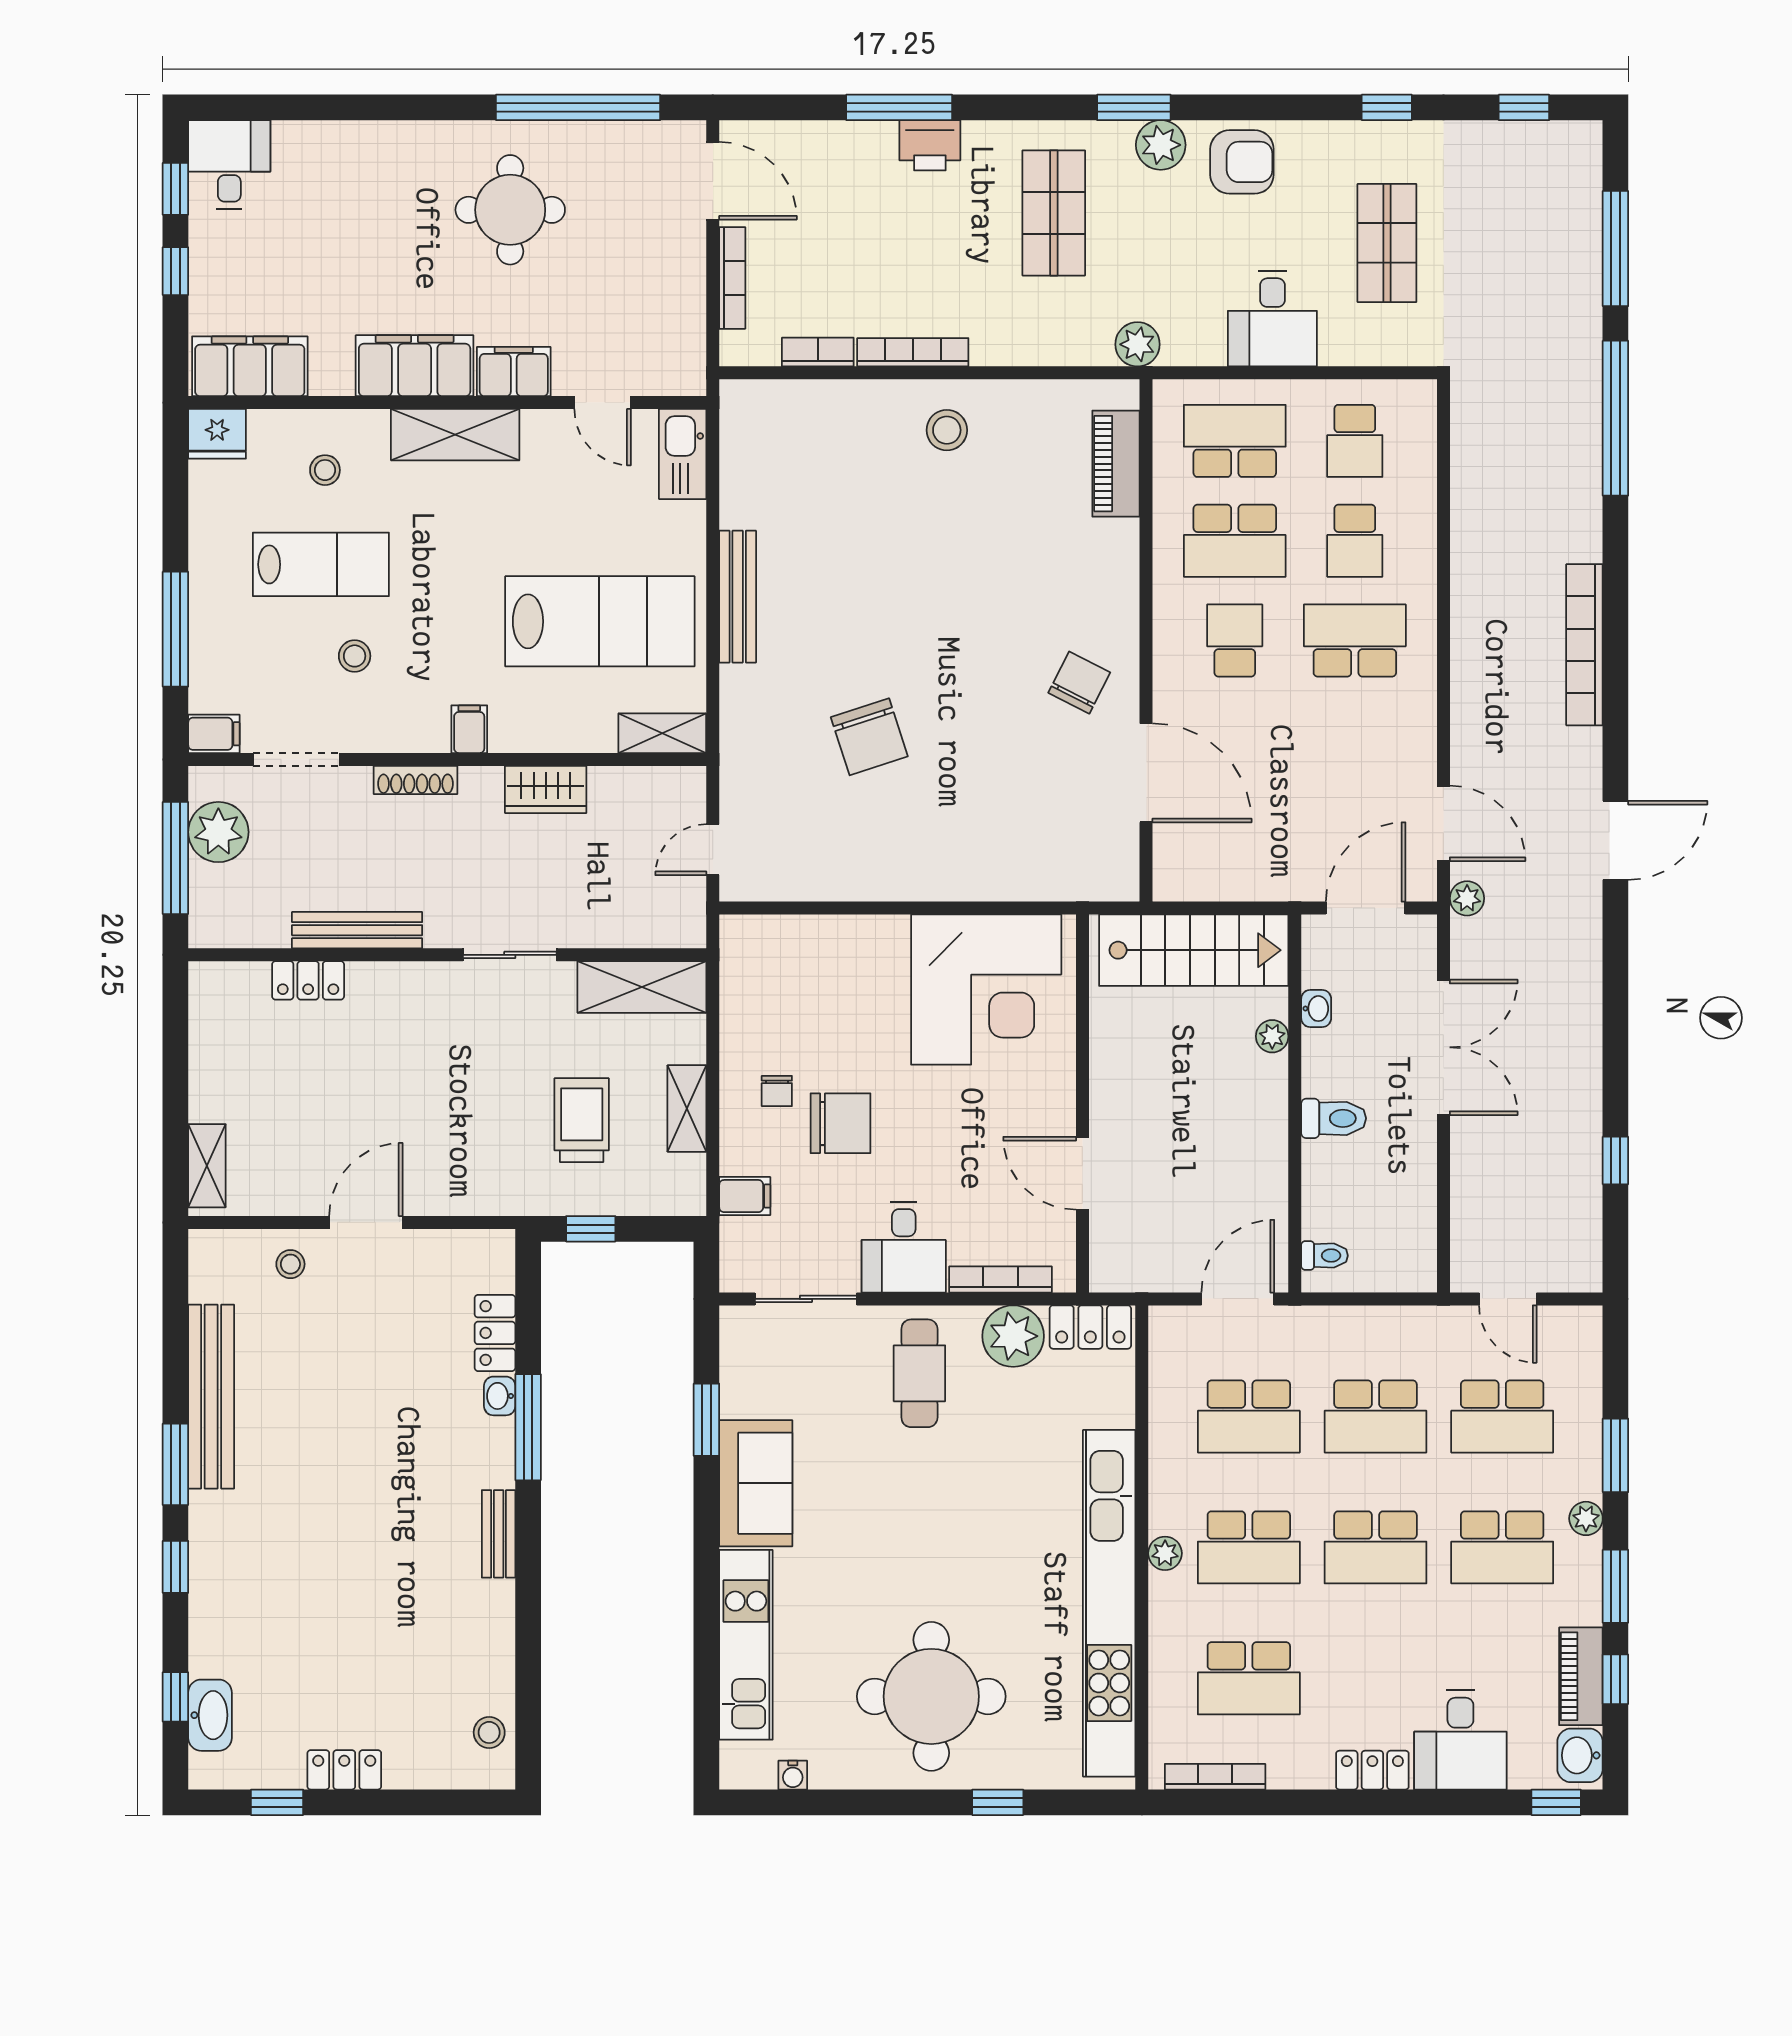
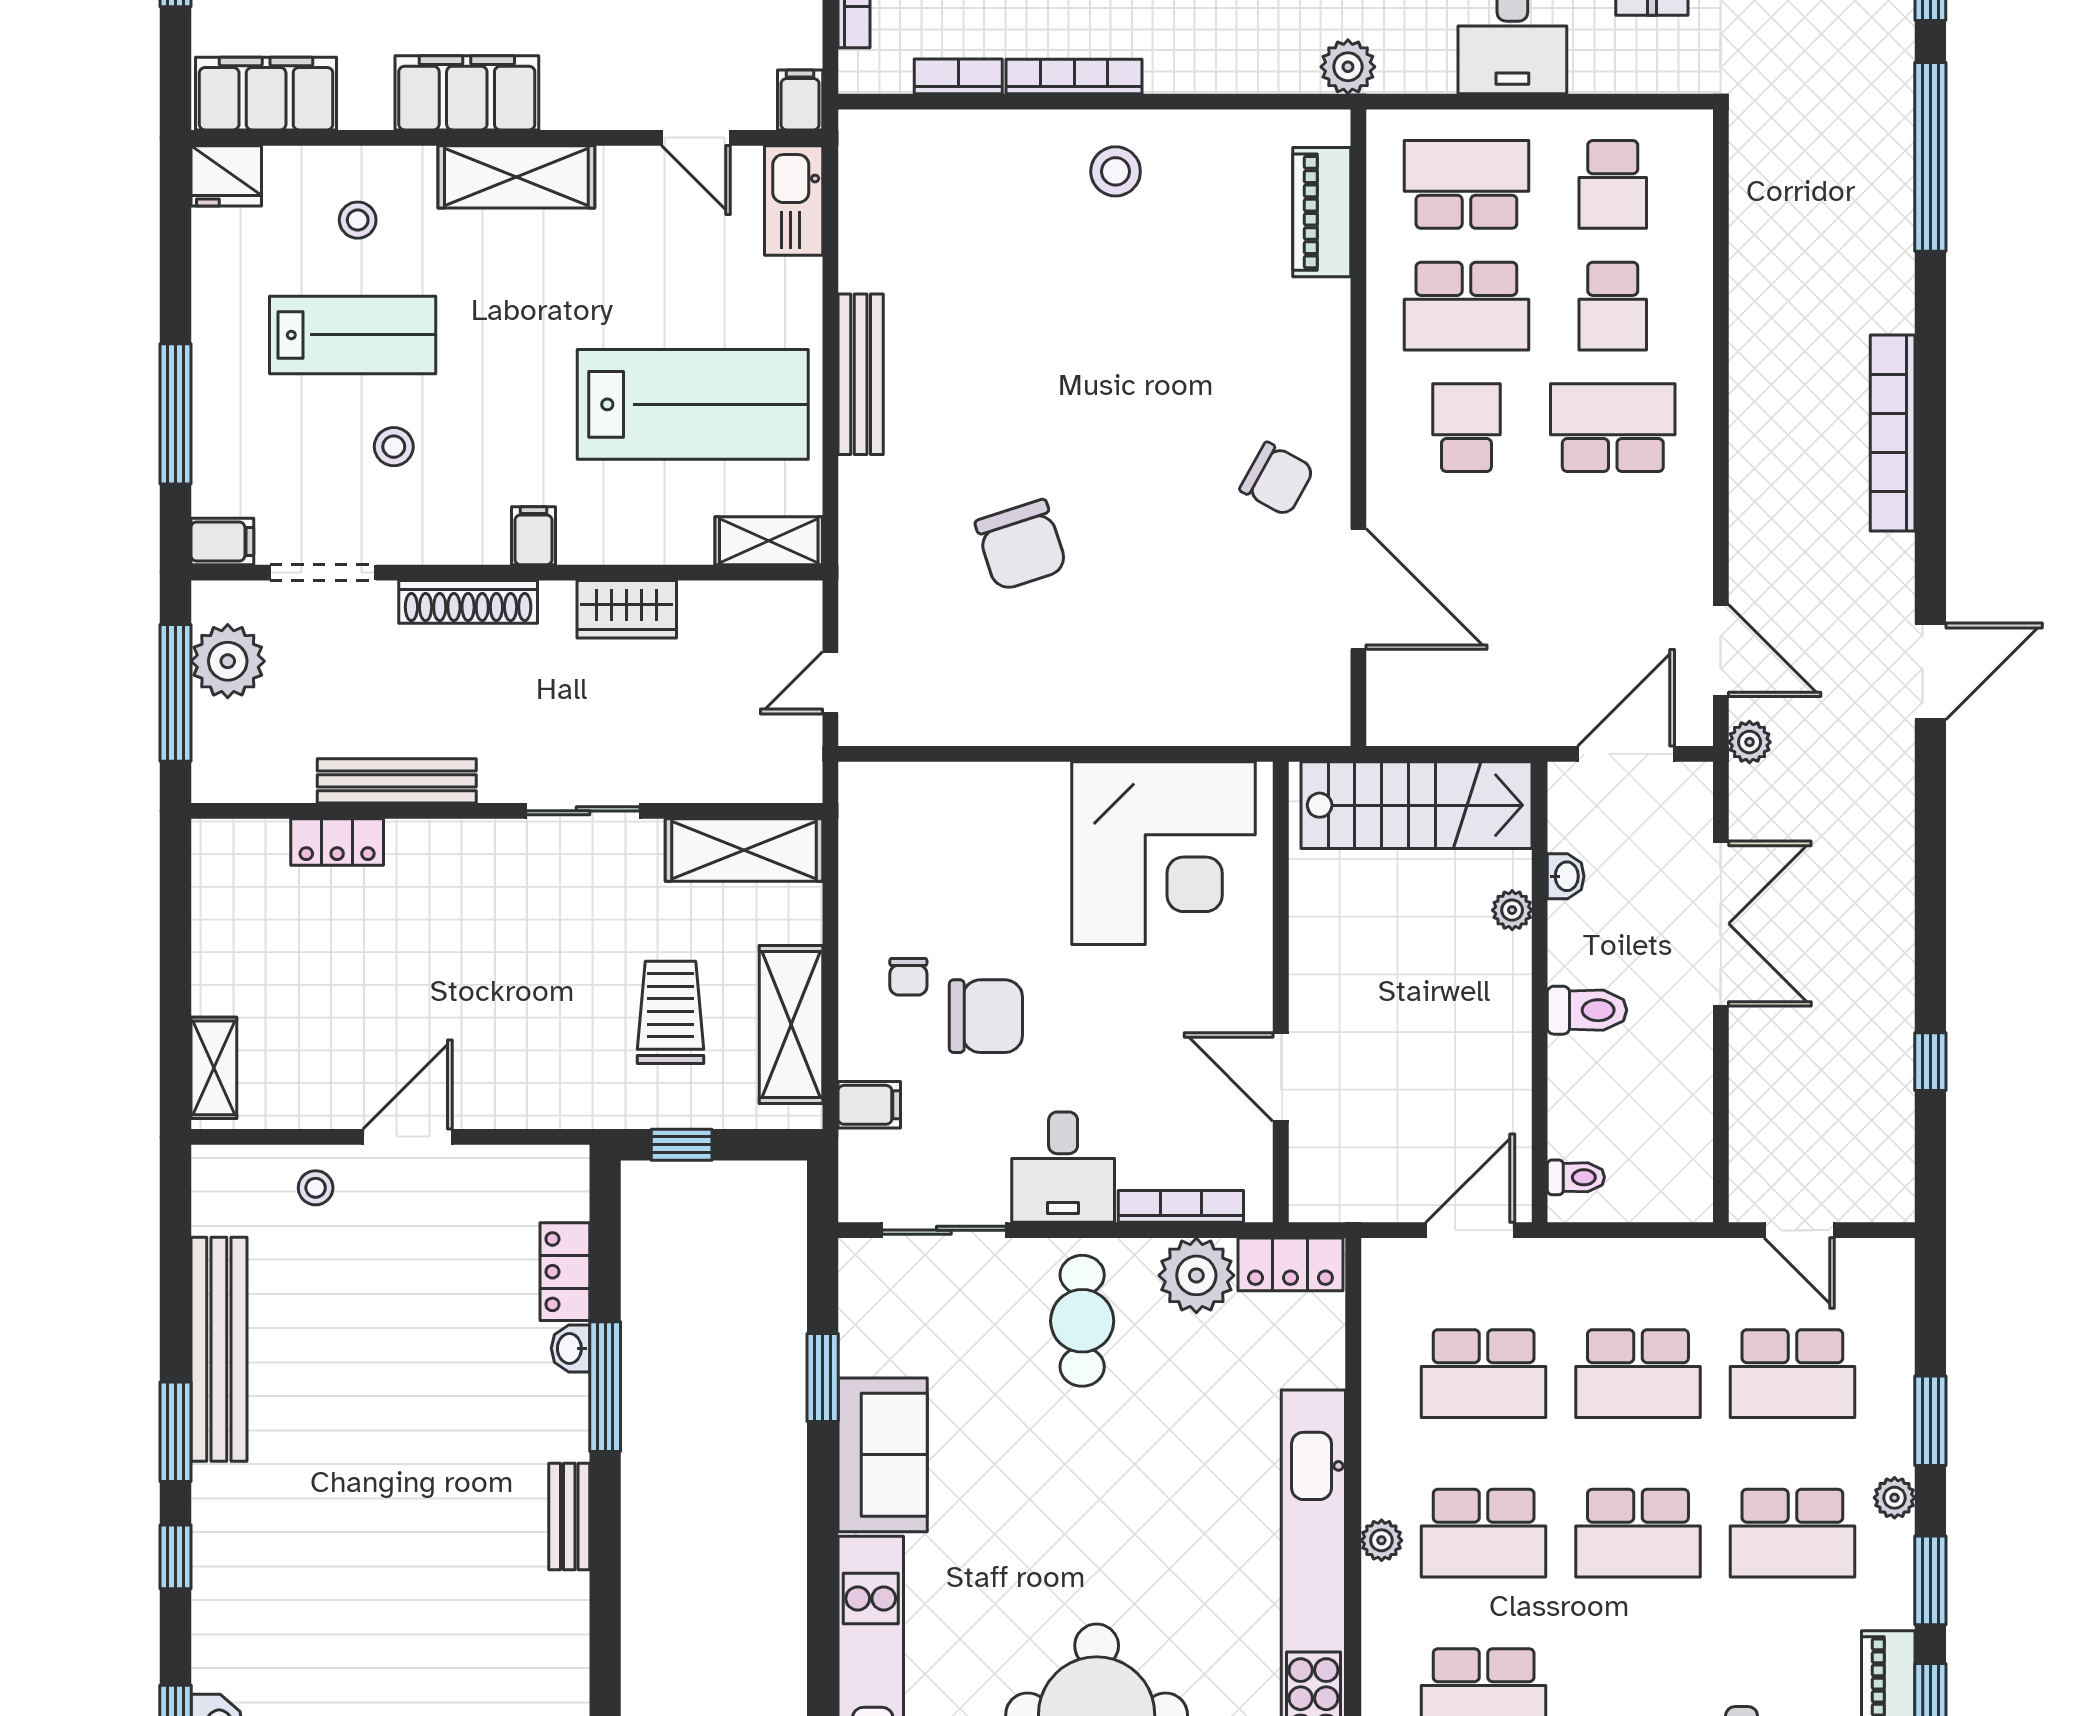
filing cabinet: (514, 372) -> (800, 100), moved, width x0.50
chair: (1079, 683) -> (1277, 479), turned 92
shoe rack: (416, 780) -> (468, 602), width x1.36, depth x1.24
shelving: (687, 1108) -> (791, 1024), width x1.50, depth x1.33

